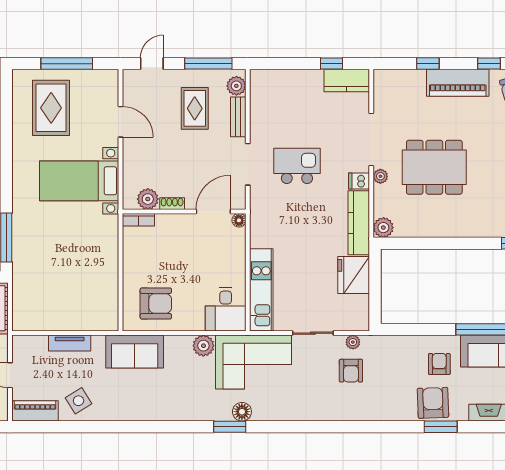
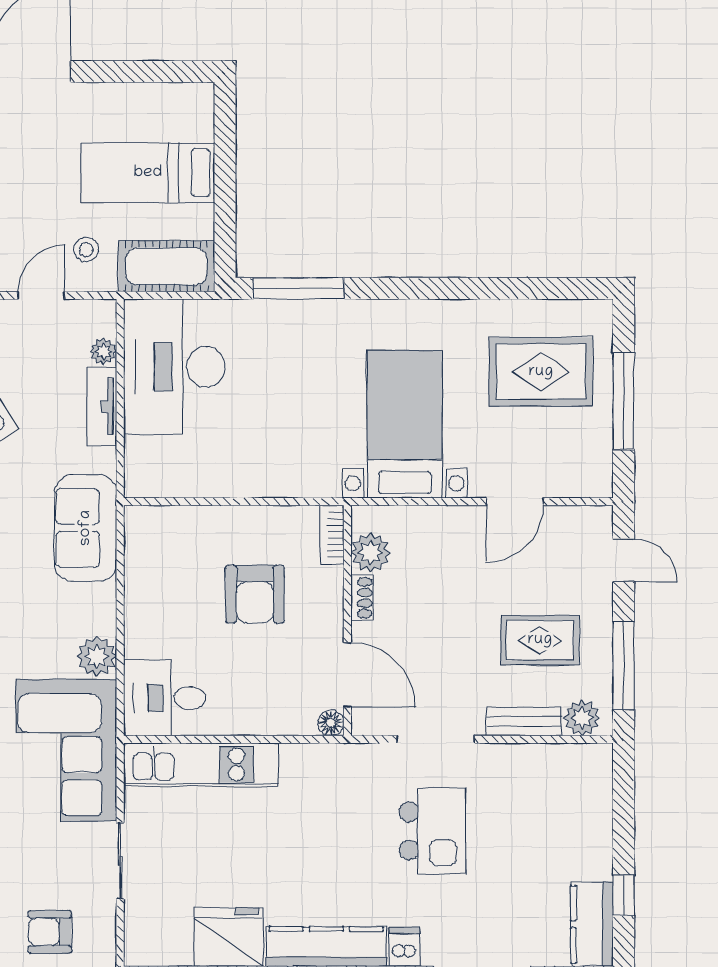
armchair: (156, 303) -> (255, 594), moved
desk: (48, 304) -> (174, 367), added
plant: (353, 342) -> (103, 351), moved

